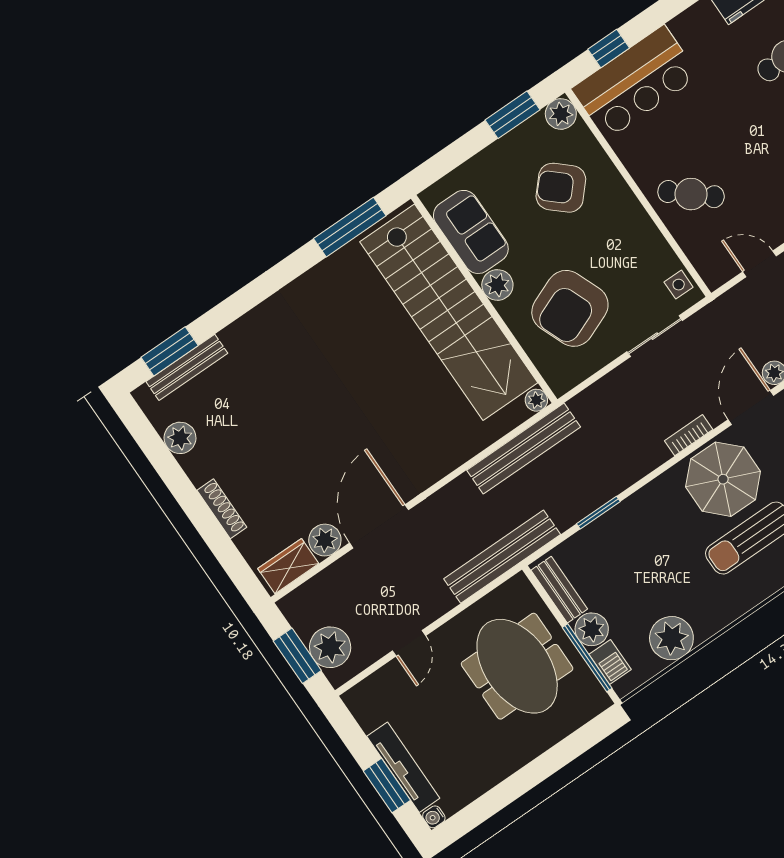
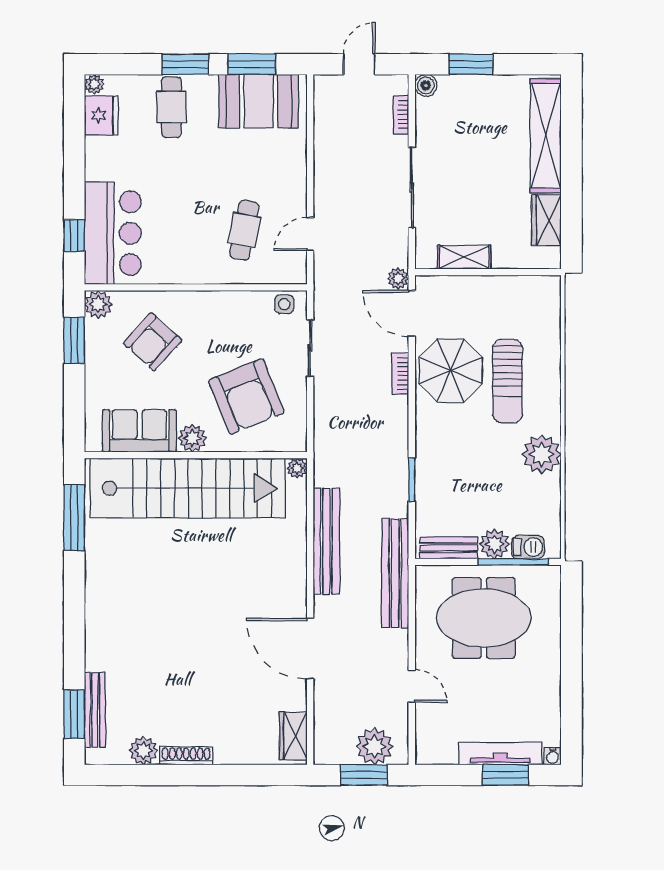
cafe table: (691, 194) -> (244, 230), moved, turned -30
bench: (524, 449) -> (326, 541), moved
shoe rack: (222, 509) -> (186, 756), moved
plant: (325, 540) -> (293, 696), removed
plant: (671, 638) -> (542, 454), moved

